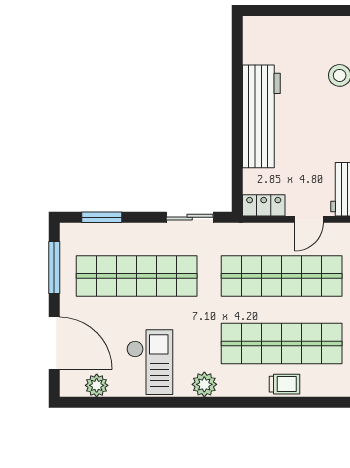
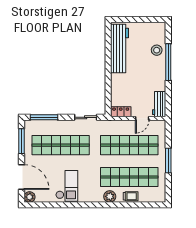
workbench: (261, 116) -> (120, 49), moved
window: (102, 217) -> (44, 117), width x1.44
plant: (204, 384) -> (110, 196), moved
plant: (97, 385) -> (30, 197), moved

